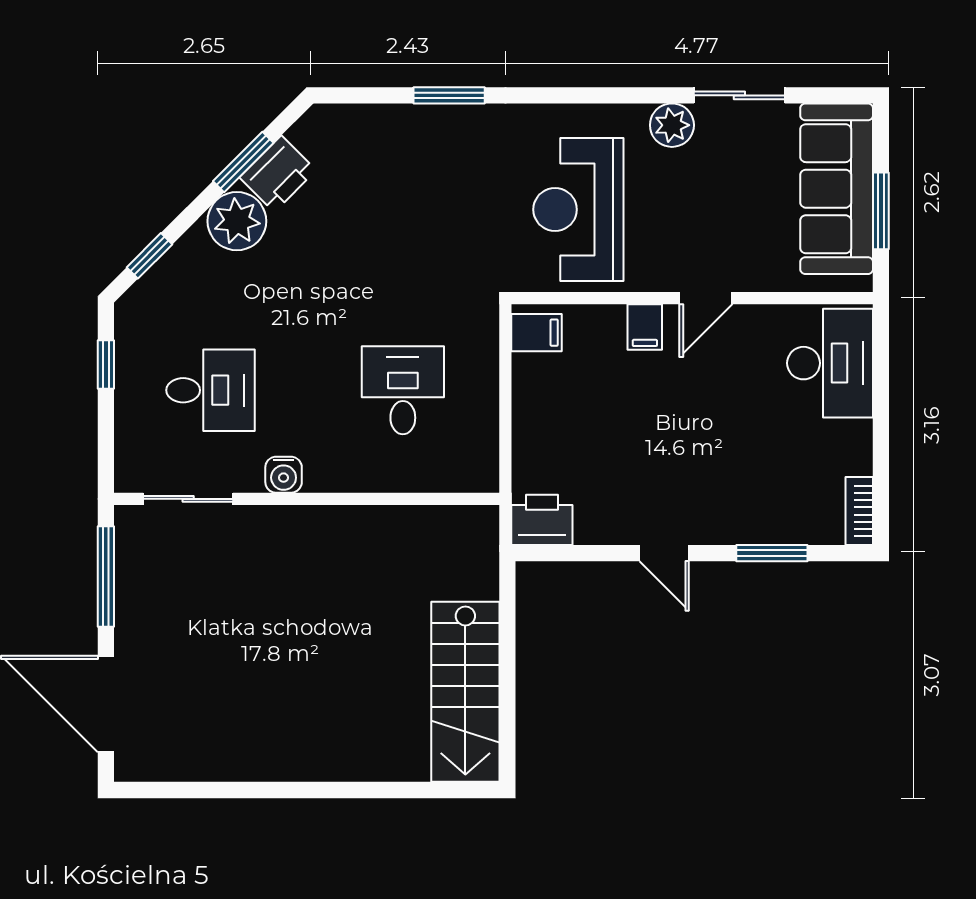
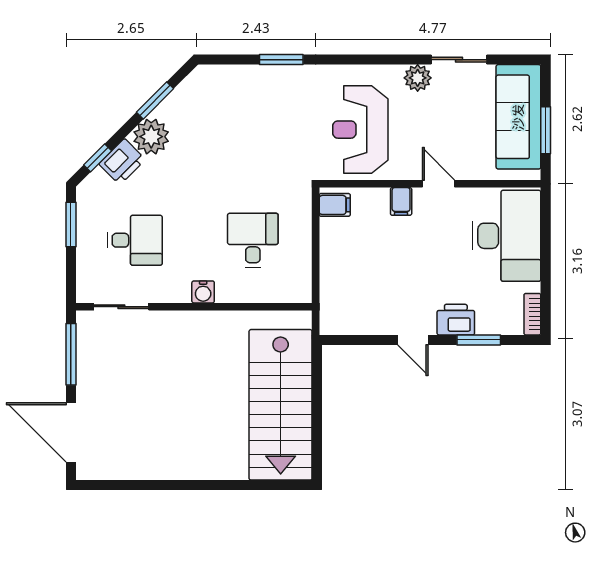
printer: (278, 174) -> (122, 162), moved
door: (706, 298) -> (438, 184), swing flipped
desk: (830, 363) -> (507, 236), width x1.36, depth x1.30
window: (106, 364) -> (71, 224), width x1.50
water cooler: (284, 475) -> (203, 292), moved
printer: (542, 520) -> (456, 320), moved
stairs: (465, 692) -> (281, 405), width x1.36, depth x1.51

